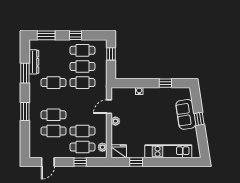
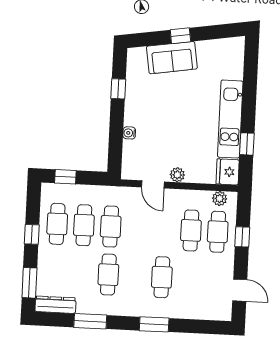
dresser: (34, 62) -> (55, 305), moved
cafe table: (53, 131) -> (189, 278), removed
kitchen unit: (168, 151) -> (230, 119), moved

